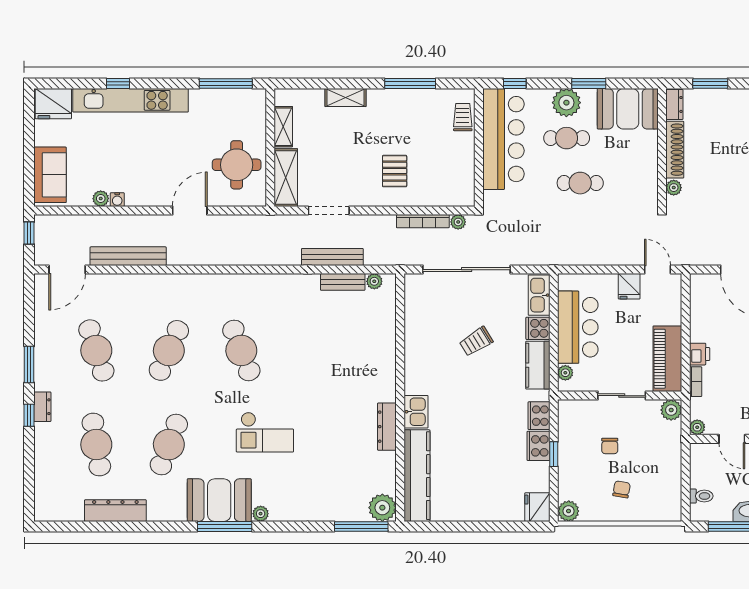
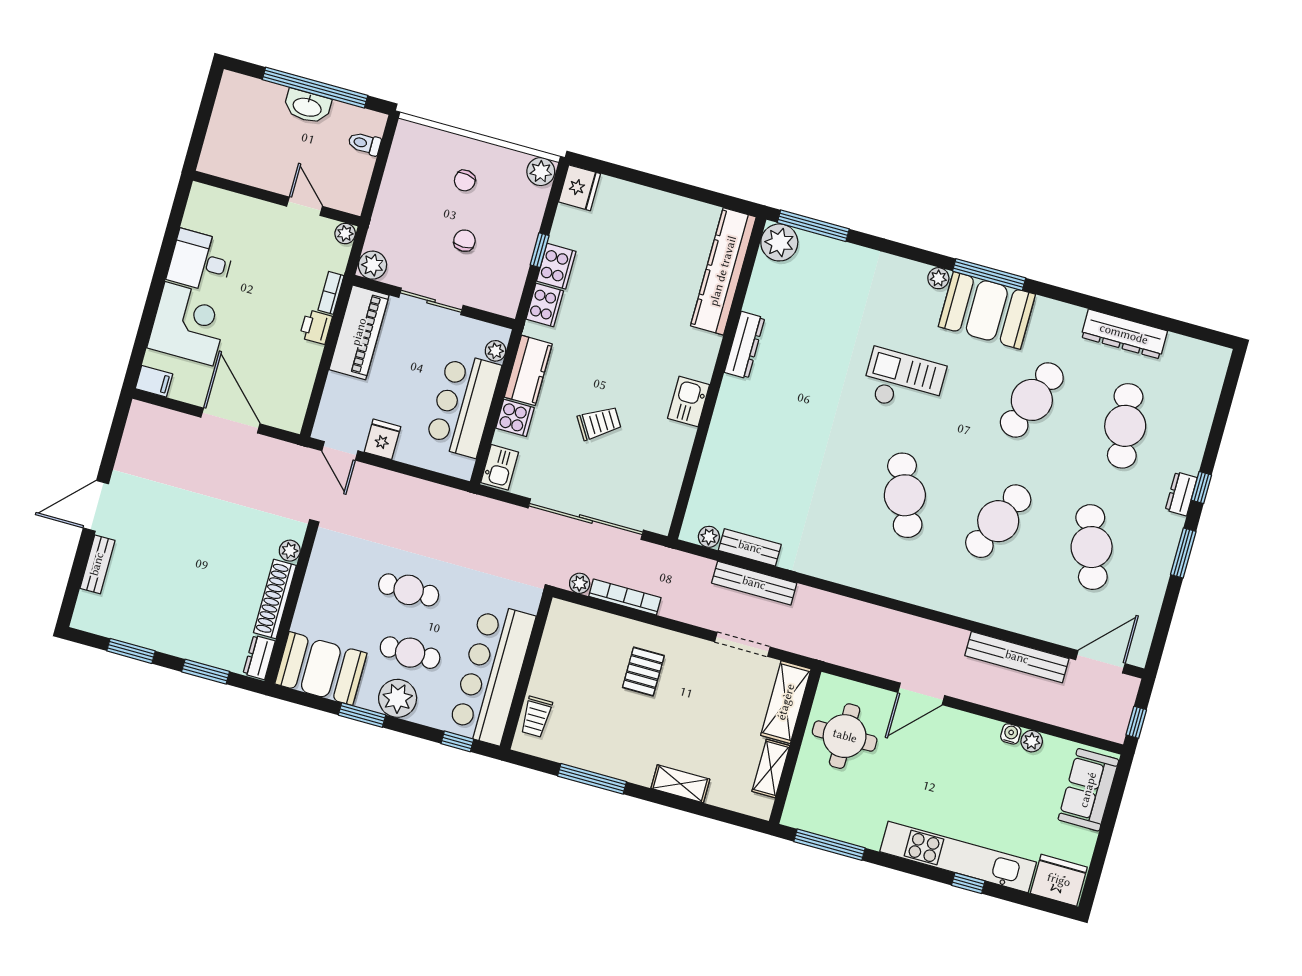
kitchen sink: (539, 295) -> (500, 467), width x0.73
kitchen sink: (416, 412) -> (689, 402), moved

